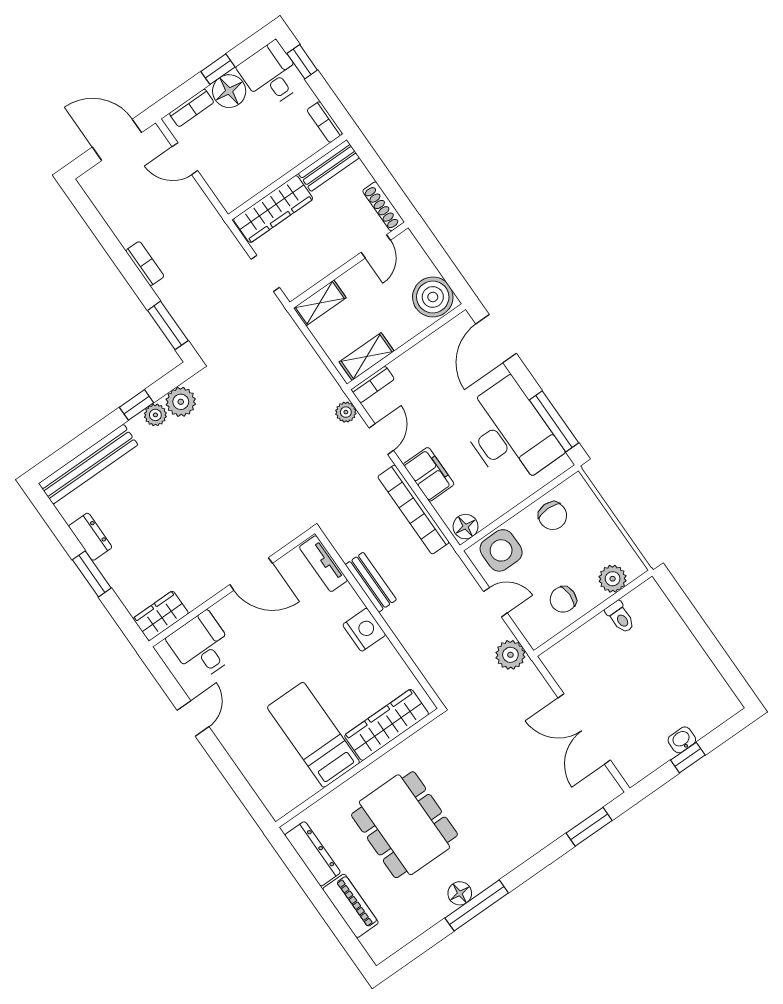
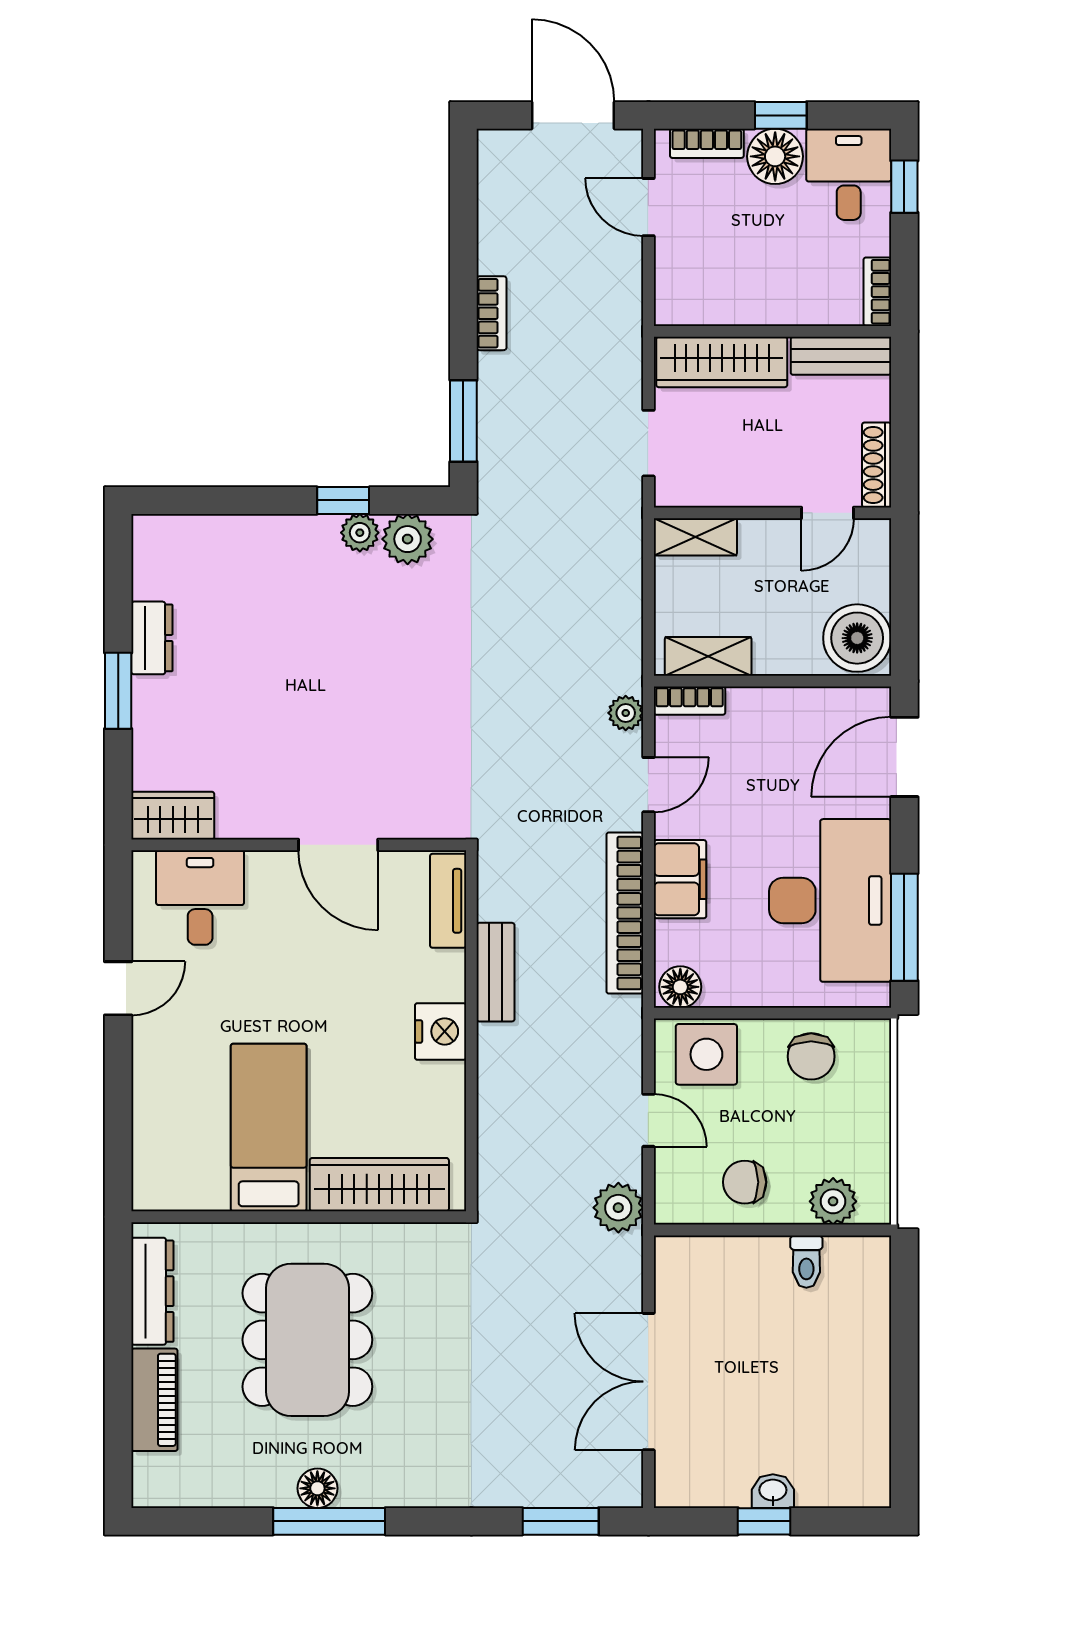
bench: (88, 464) -> (219, 536), removed

